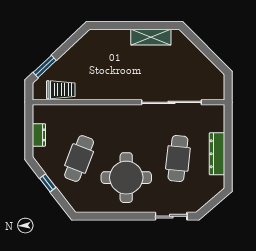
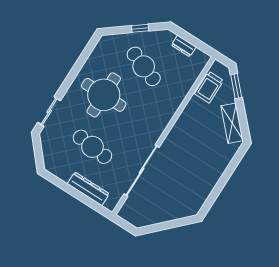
shelving: (151, 37) -> (232, 123), moved, turned -43
dresser: (217, 154) -> (88, 189), moved

